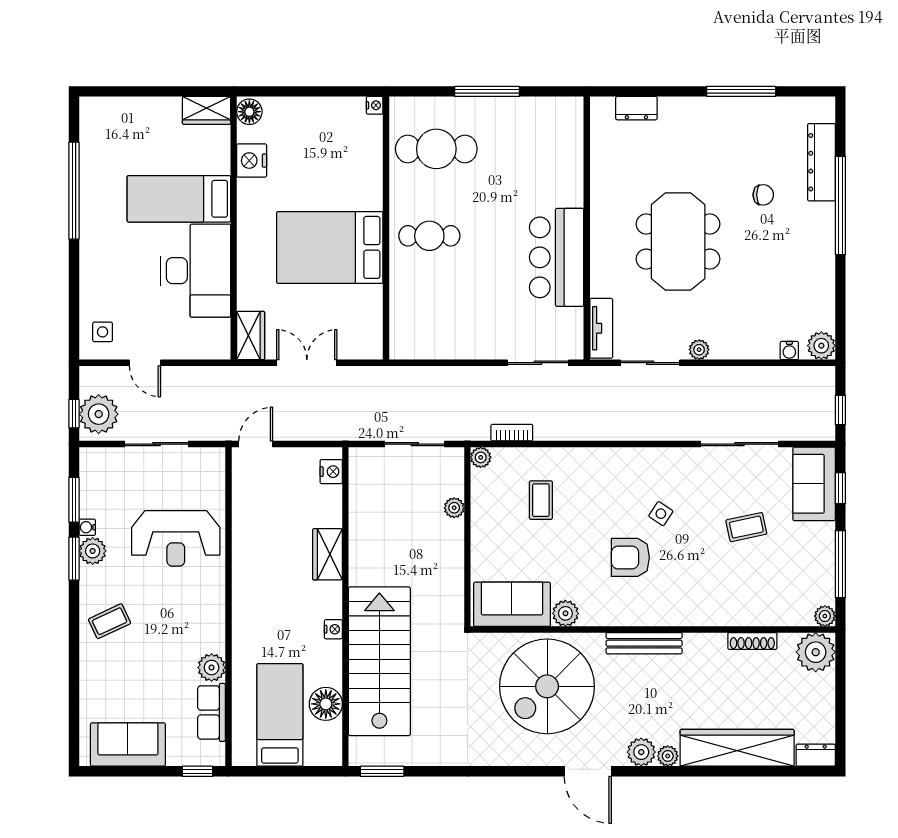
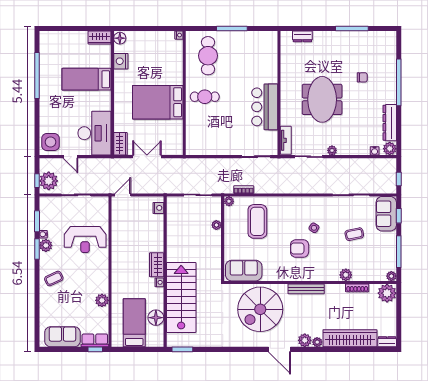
cafe table: (436, 149) -> (208, 56), turned 90
dresser: (821, 162) -> (390, 123), moved
desk: (196, 271) -> (94, 133), moved
side table: (103, 332) -> (51, 142), width x1.87, depth x1.87
coffee table: (541, 500) -> (257, 221), width x1.86, depth x1.72
wardrobe: (327, 554) -> (157, 265), moved
plant: (565, 613) -> (346, 275), moved
row of seats: (212, 712) -> (95, 340), moved, turned 90

